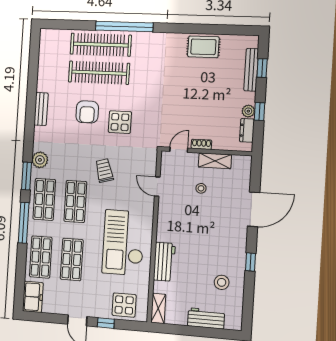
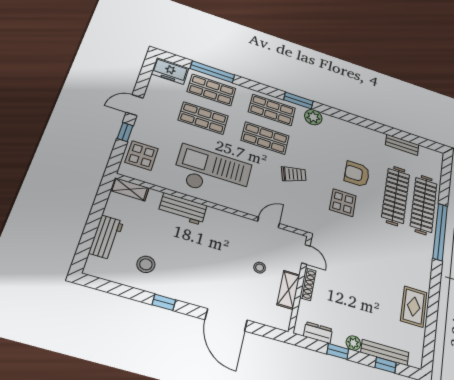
bench: (41, 109) -> (402, 145), moved
plant: (248, 111) -> (353, 343), moved
shoe rack: (201, 144) -> (308, 284), width x1.43
window: (24, 223) -> (212, 72), moved

